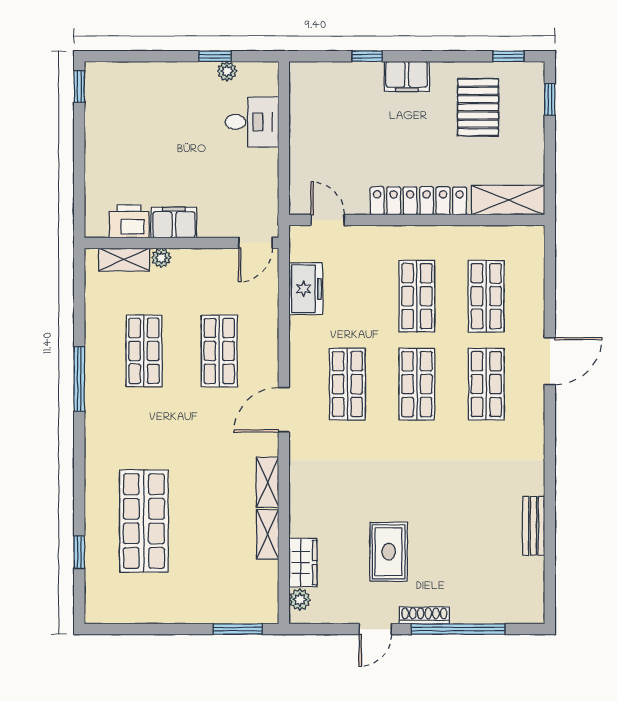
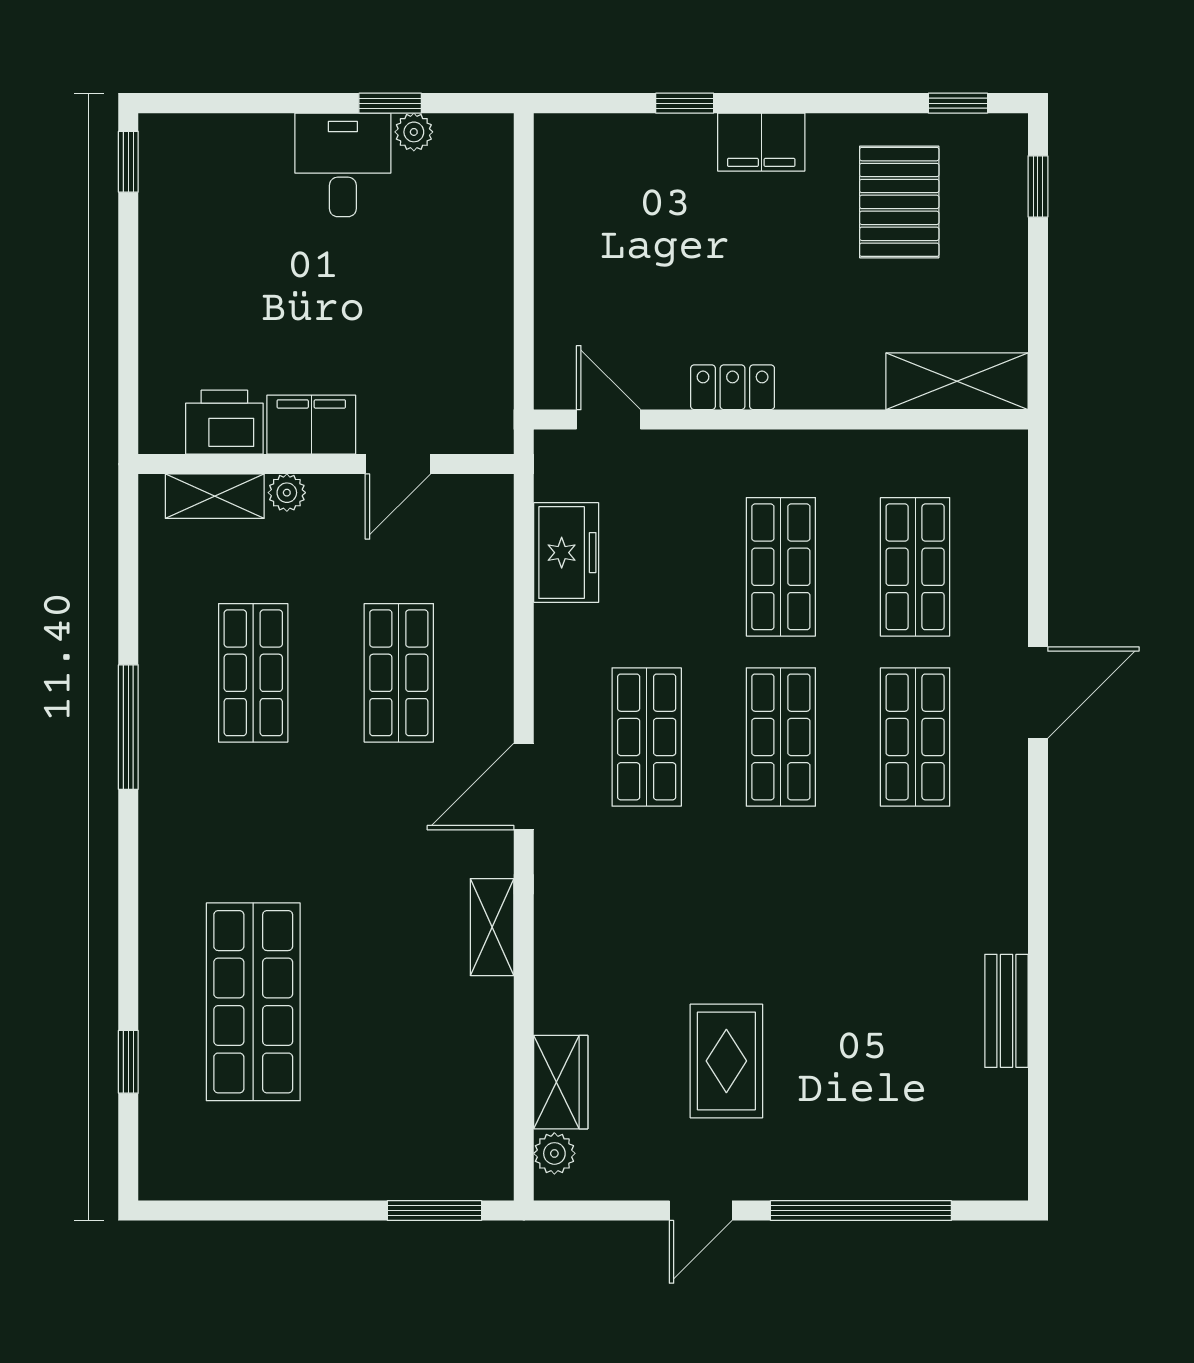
desk: (252, 122) -> (343, 165), moved, turned -90
locker: (418, 201) -> (733, 387), width x0.46, depth x0.83
door: (255, 243) -> (398, 464), moved
shelving: (268, 534) -> (492, 1027), removed
shoe rack: (424, 615) -> (795, 1184), removed

